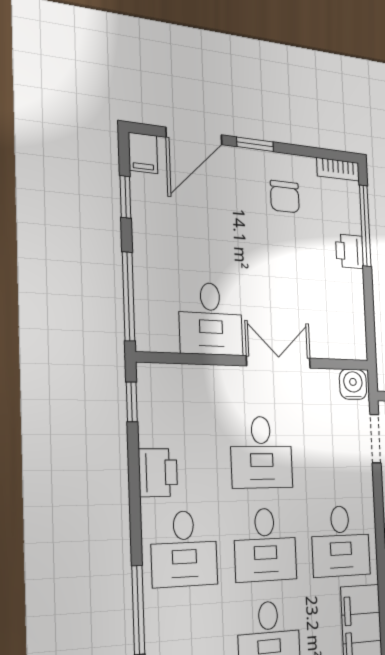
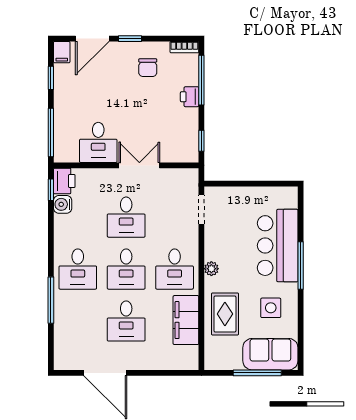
window: (370, 325) -> (201, 141), added
water cooler: (353, 384) -> (63, 204), moved, turned -90
printer: (158, 473) -> (64, 181), moved

